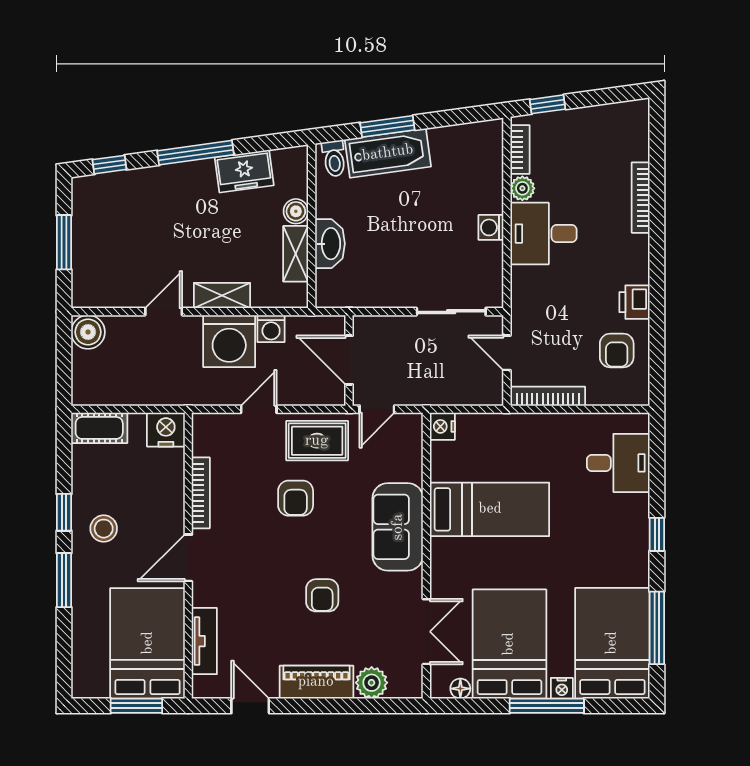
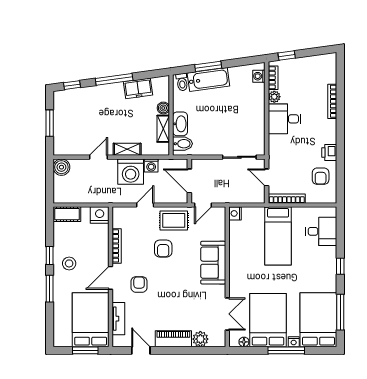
washing machine: (491, 227) -> (259, 76), moved
bidet: (335, 284) -> (183, 144), added
bed: (490, 509) -> (278, 236), moved, turned 90
armchair: (322, 595) -> (139, 284), moved, turned 180

